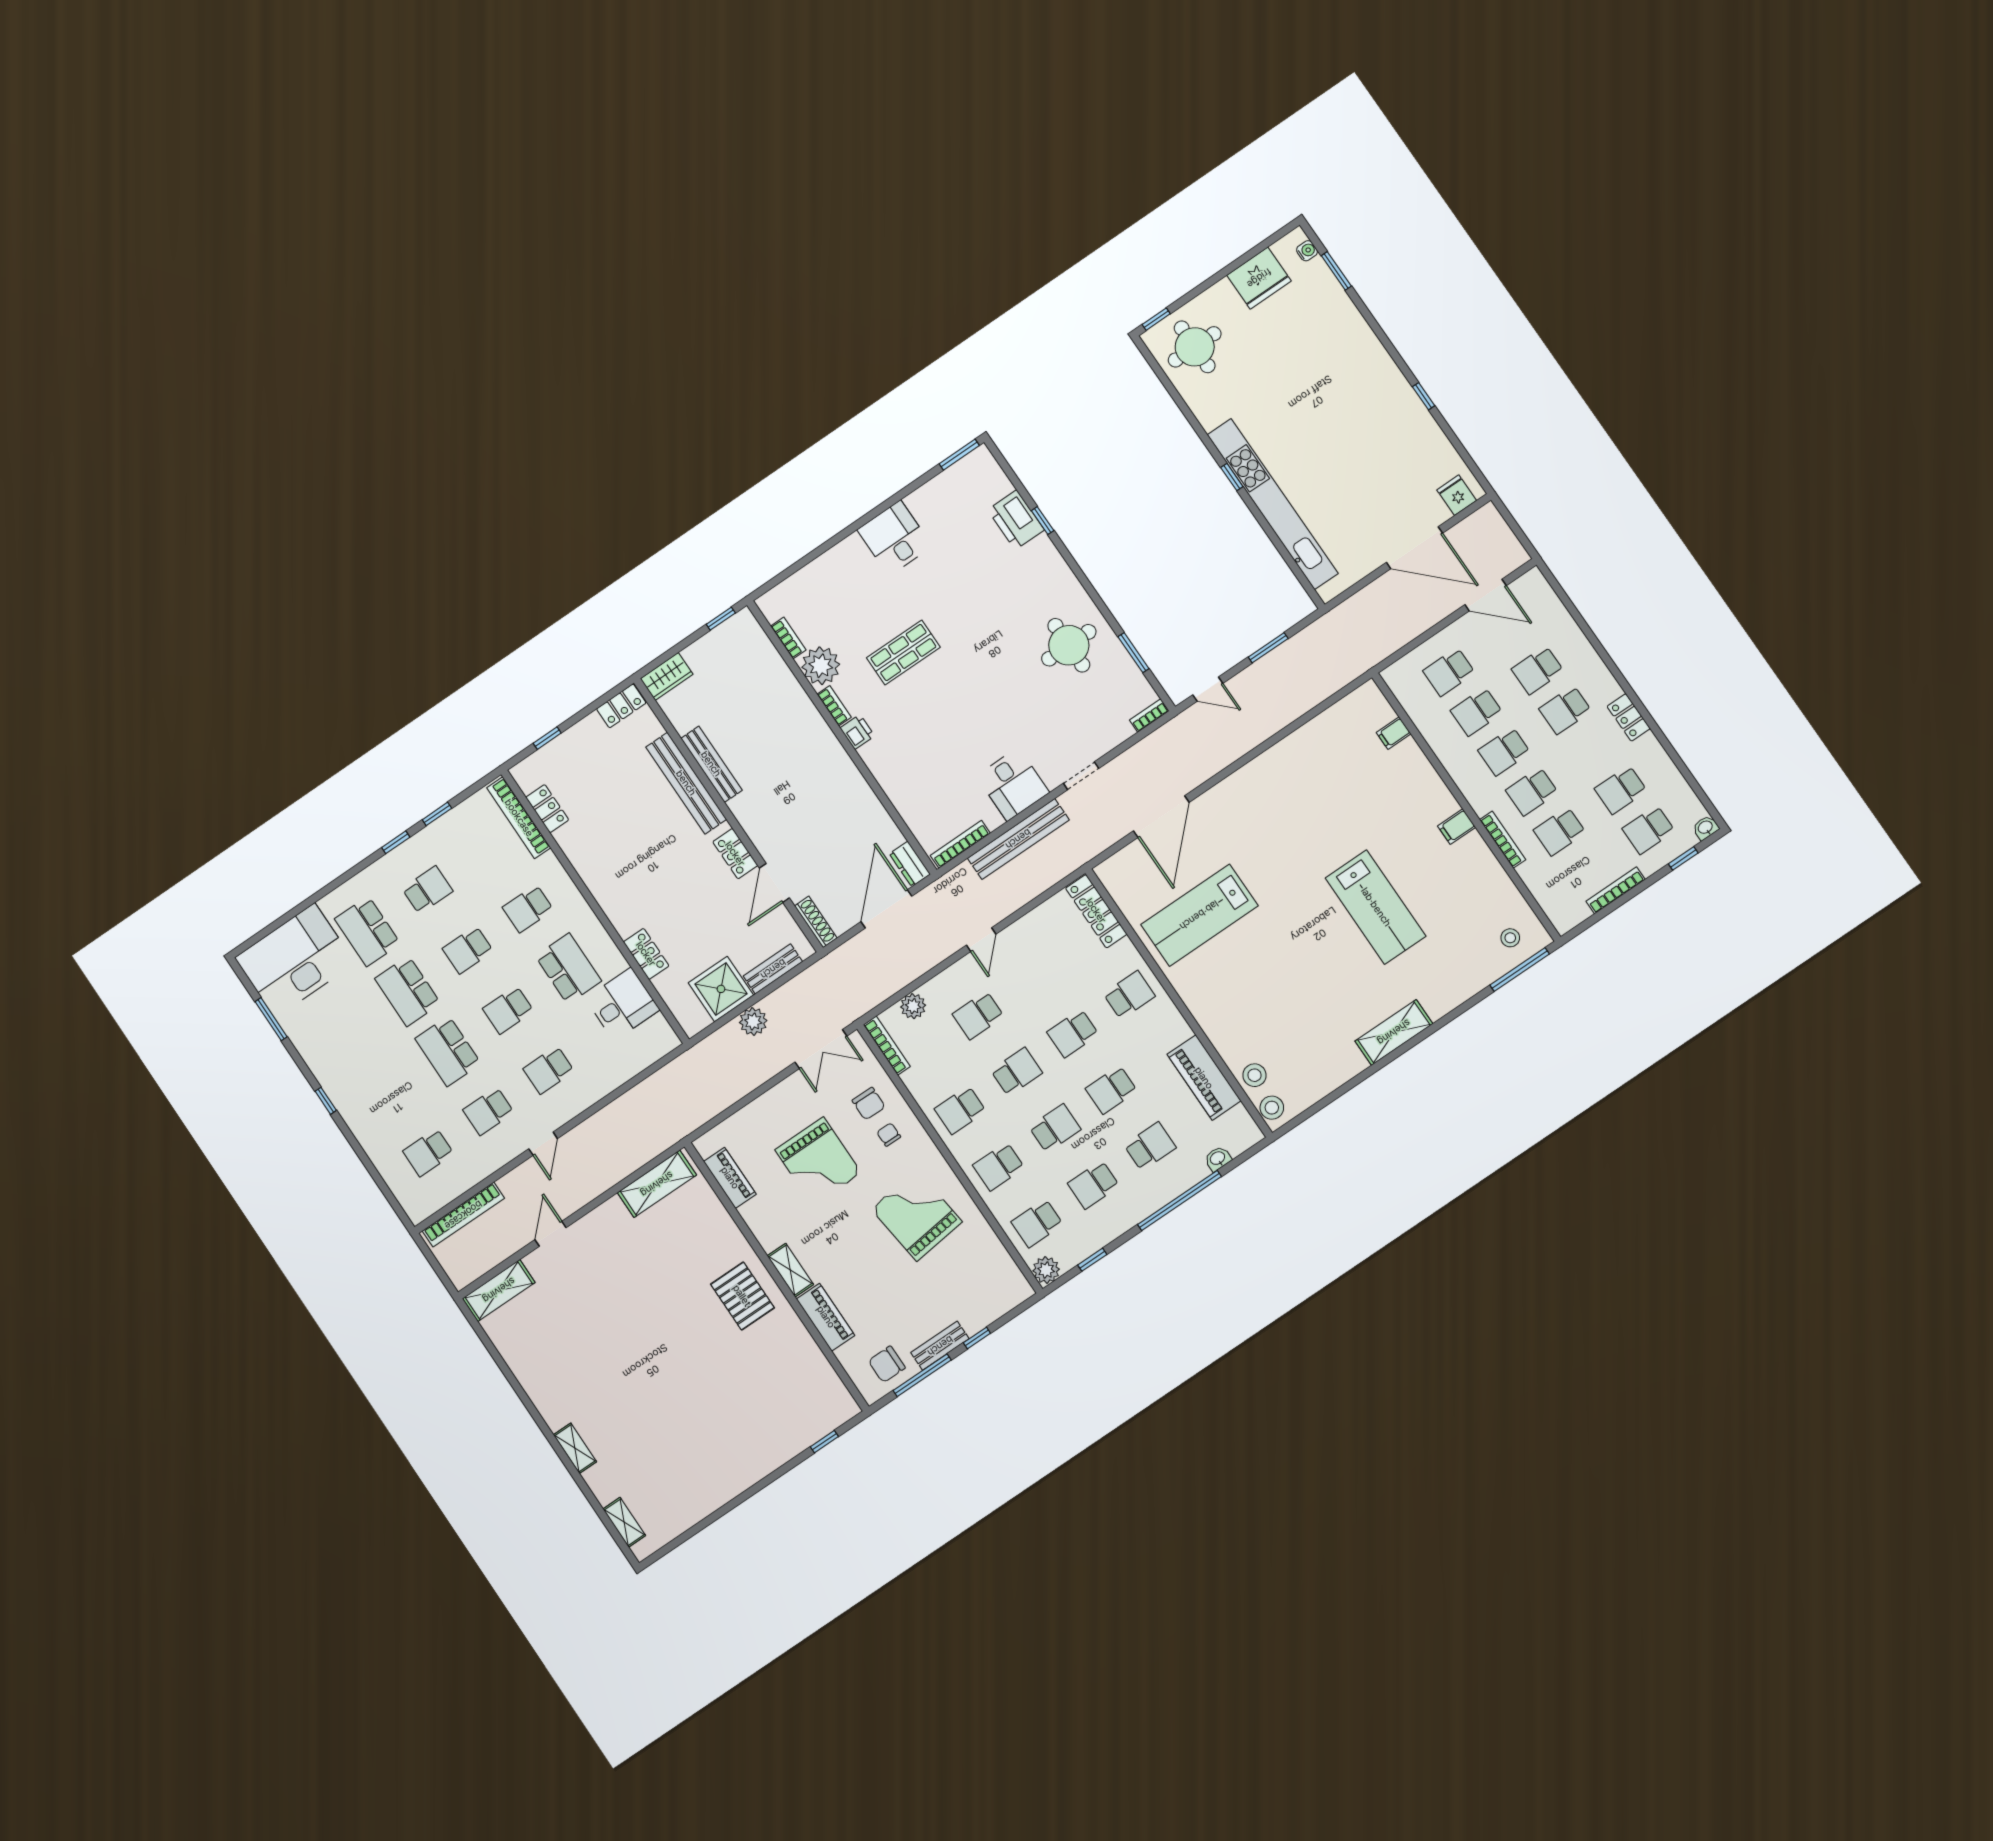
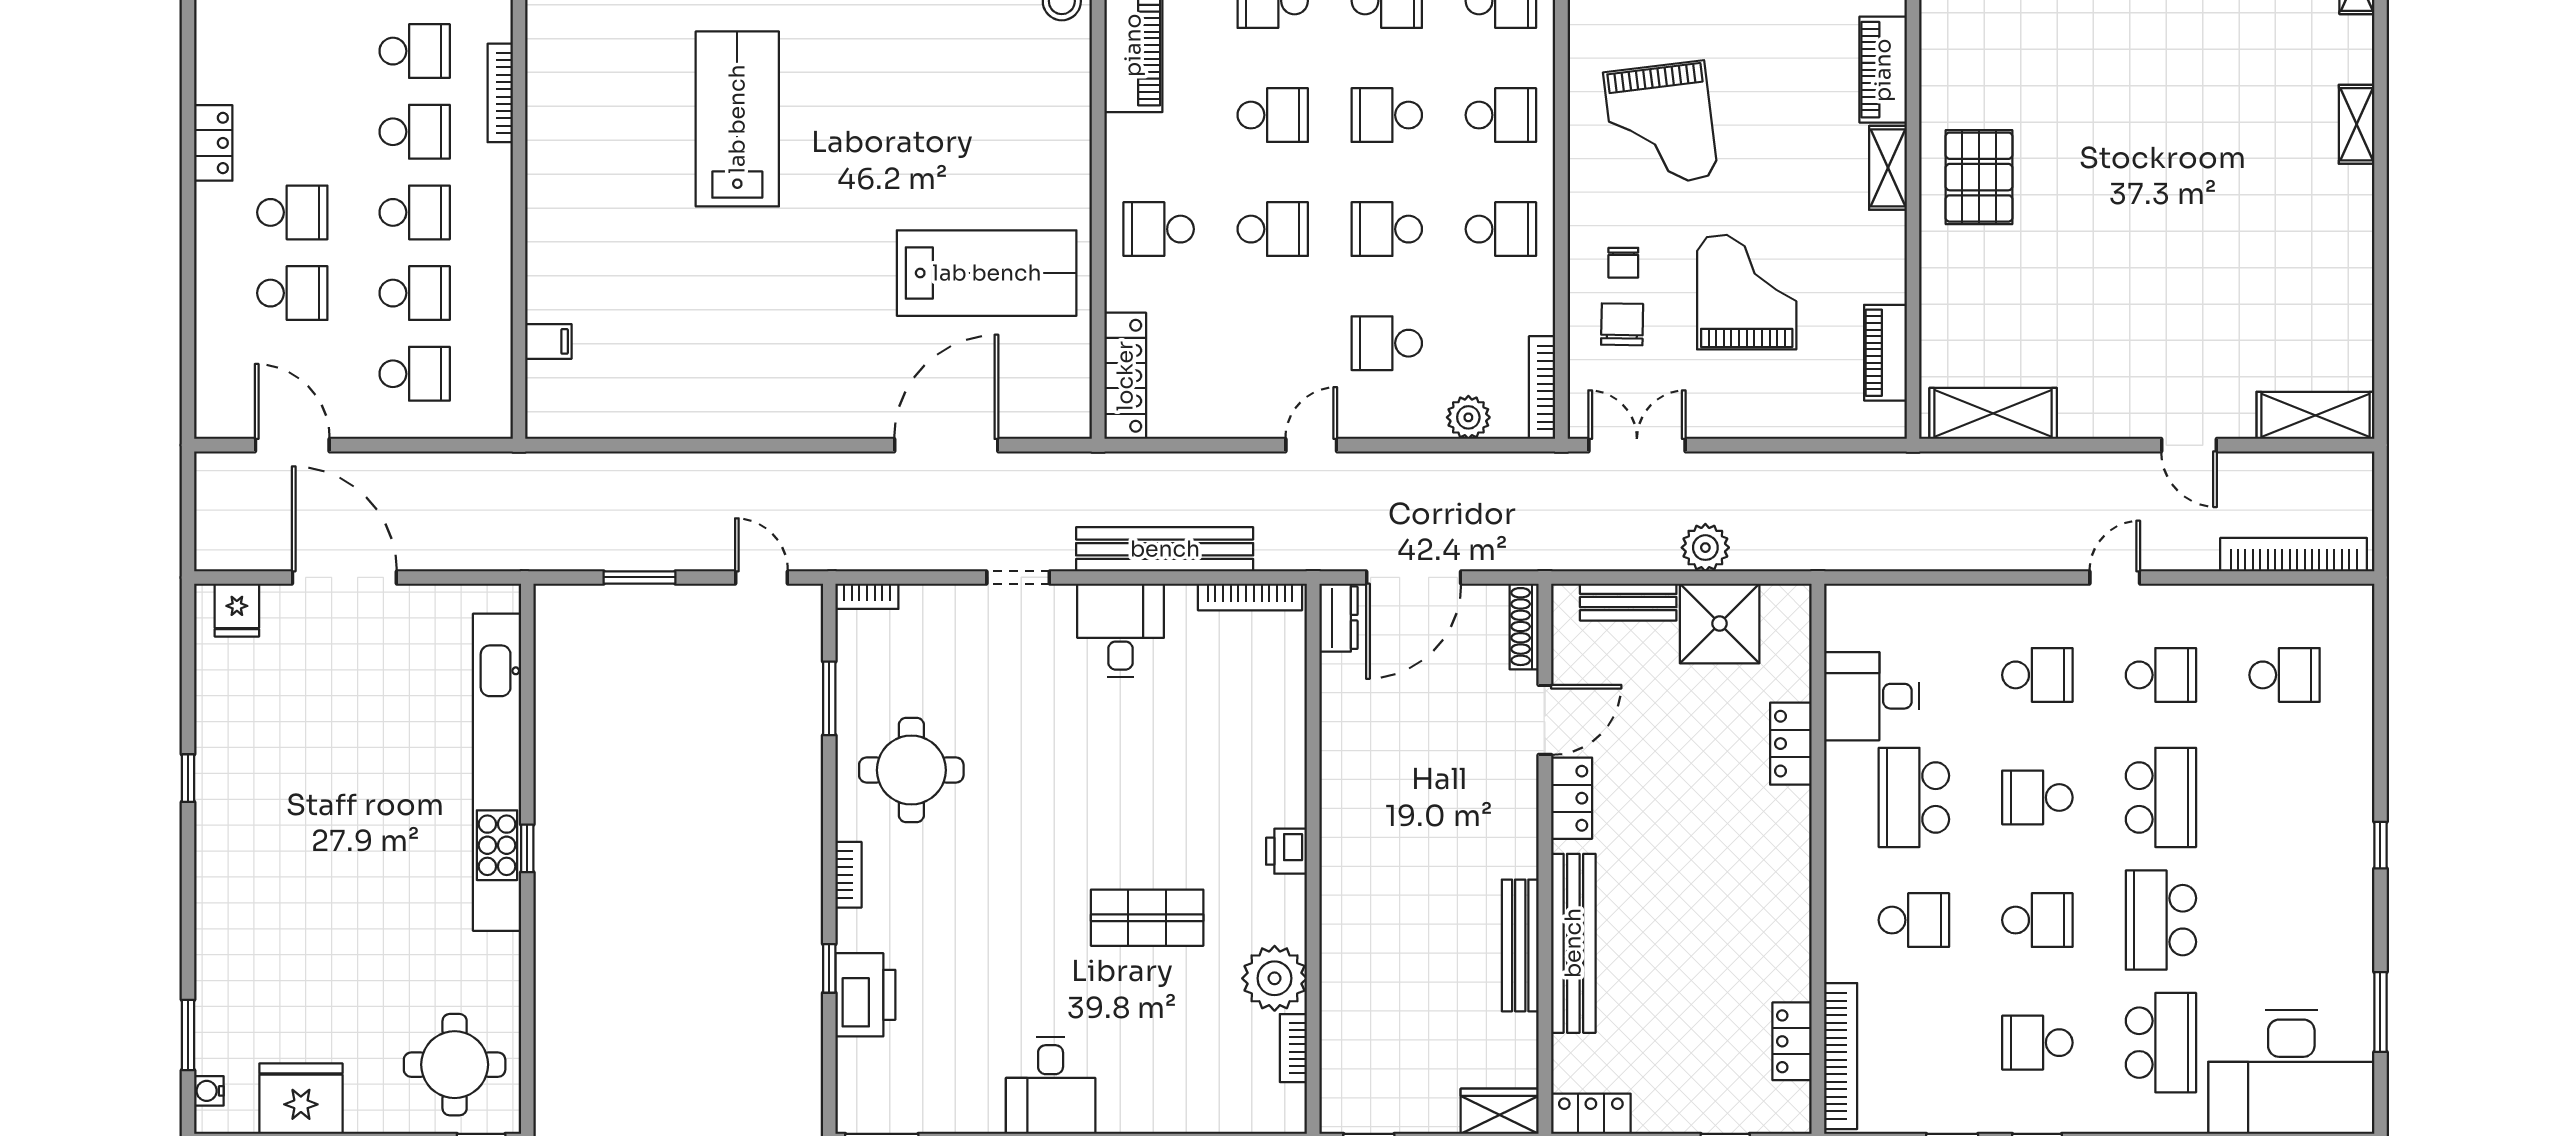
bookcase: (834, 706) -> (849, 875), moved, turned 180
school desk: (1621, 790) -> (292, 51), removed
filing cabinet: (1457, 827) -> (551, 154), removed
school desk: (408, 991) -> (2161, 920), turned 180
school desk: (508, 1010) -> (2037, 797), turned 180
school desk: (978, 1015) -> (1387, 343), turned 180
door: (551, 1234) -> (2189, 445), hinge flipped

